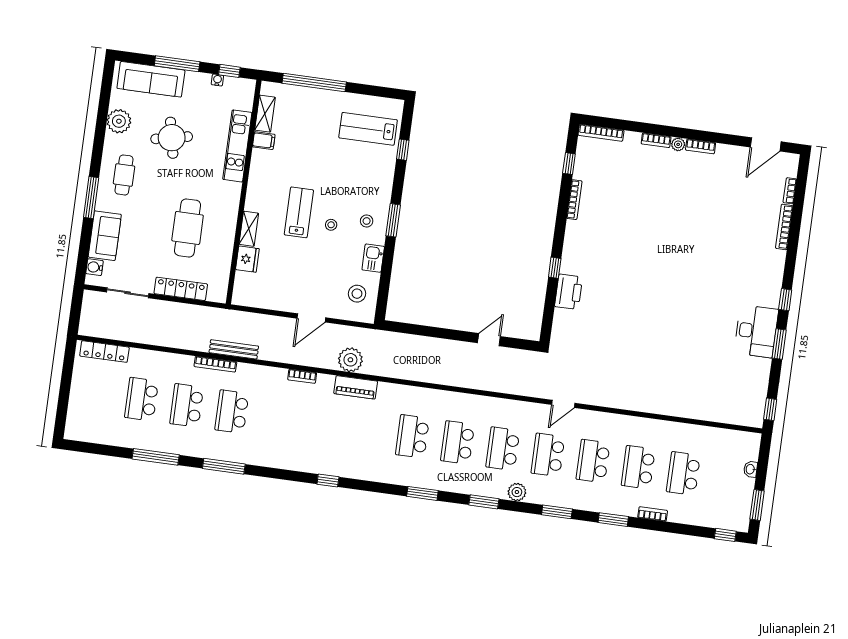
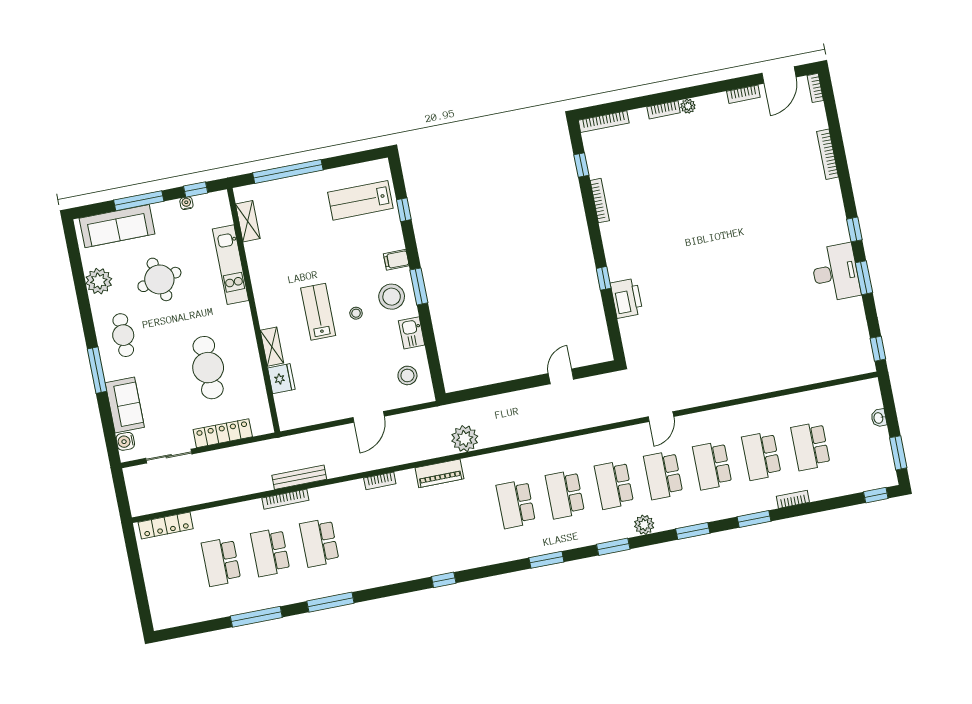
filing cabinet: (264, 141) -> (396, 260), moved, turned 180
bookcase: (701, 146) -> (743, 94), moved
bookcase: (790, 191) -> (815, 88), moved
stool: (367, 221) -> (392, 297), width x1.89, depth x1.89
plant: (350, 360) -> (465, 439), moved

